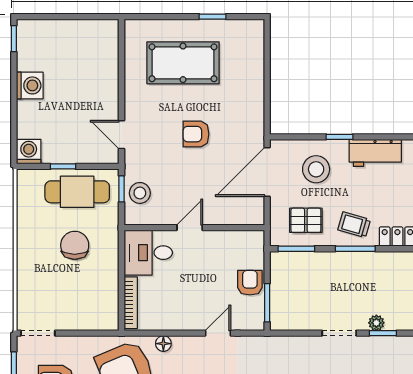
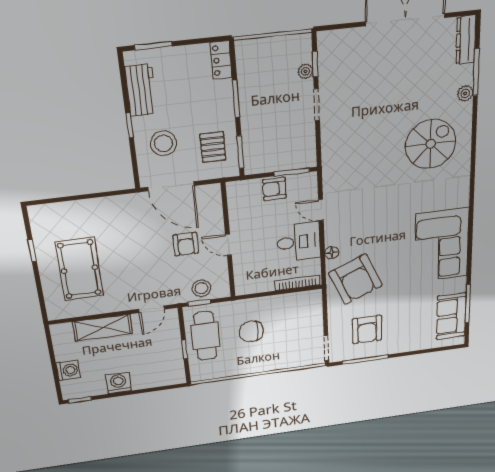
shelving: (106, 78) -> (103, 328), added
armchair: (196, 134) -> (186, 244), moved
washing machine: (29, 152) -> (68, 370), moved, turned 180
trolley: (354, 225) -> (213, 102), removed
desk: (148, 253) -> (299, 242), moved, turned -90

